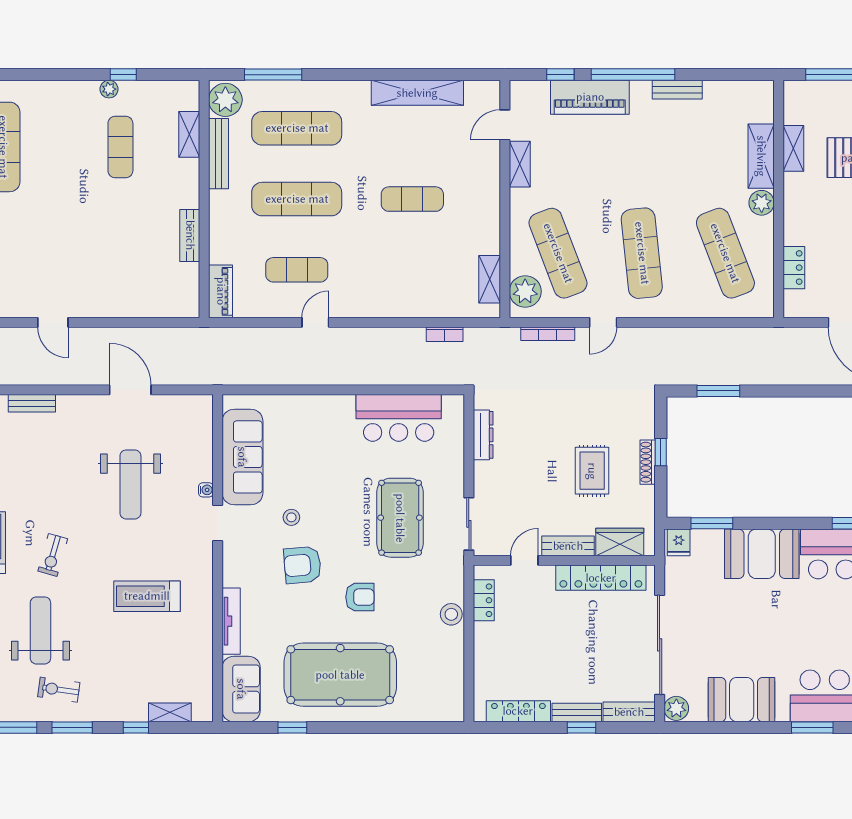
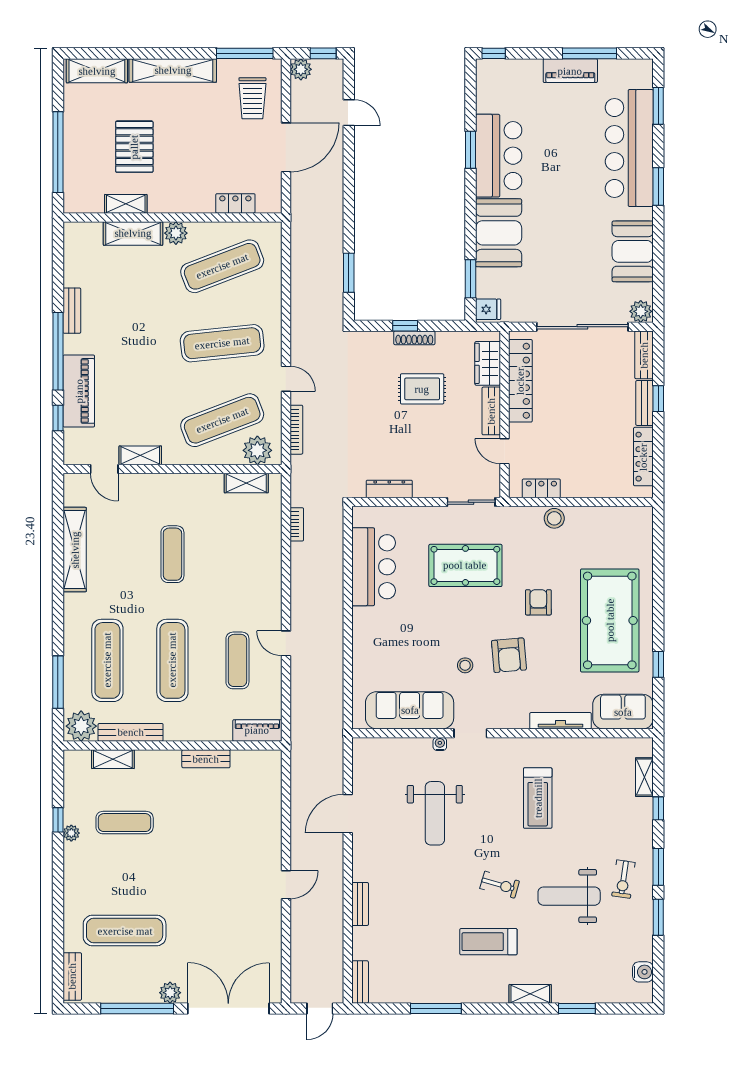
weight bench: (130, 484) -> (435, 813), turned 90

